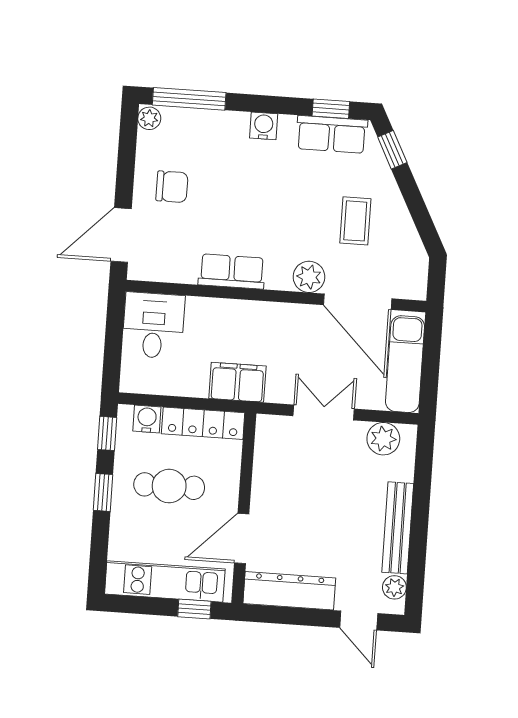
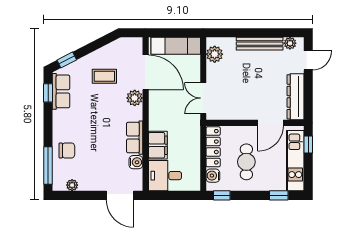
plant: (149, 118) -> (72, 185), moved
water cooler: (264, 126) -> (136, 162), moved, turned 180
chair: (172, 187) -> (67, 150), moved, turned 90
door: (358, 302) -> (146, 72), hinge flipped
filing cabinet: (237, 382) -> (158, 145), moved, turned 180
double door: (324, 412) -> (203, 98), moved
window: (103, 492) -> (279, 195), moved
door: (242, 539) -> (271, 123), hinge flipped

